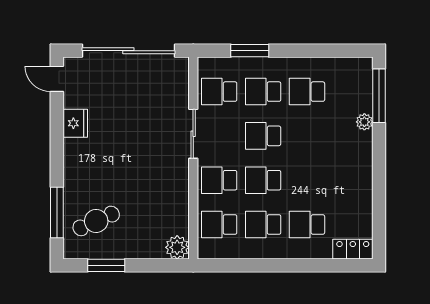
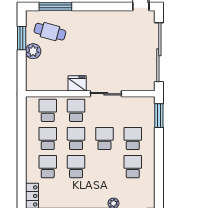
window: (250, 51) -> (159, 116), moved
school desk: (219, 92) -> (76, 167), moved
fridge: (75, 123) -> (77, 83), moved, turned 180
cafe table: (96, 221) -> (50, 32), turned -51
plant: (177, 247) -> (33, 51), moved

